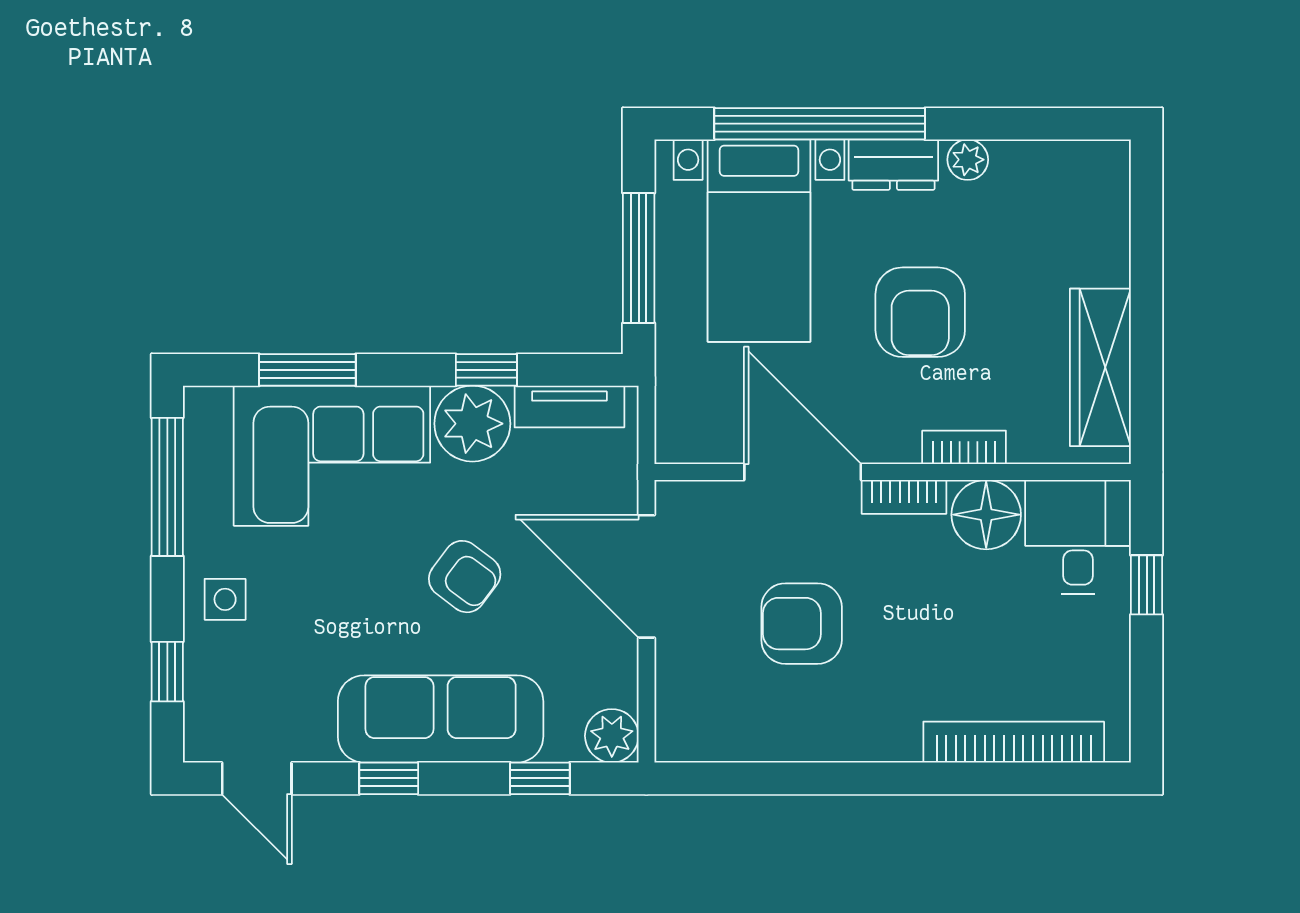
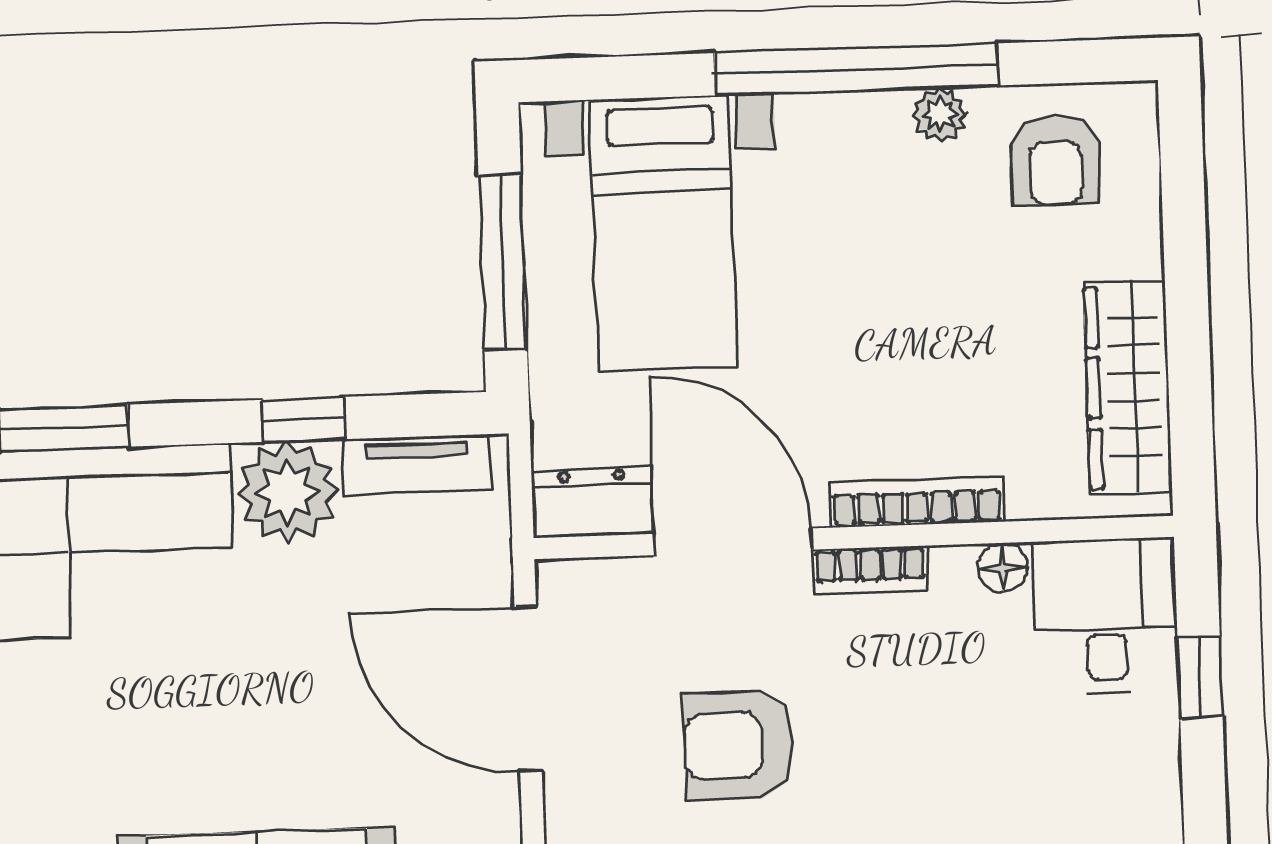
window: (820, 124) -> (856, 69), moved
dresser: (893, 165) -> (592, 502), moved, turned 180
armchair: (920, 312) -> (1055, 160), moved, width x0.72, depth x0.72
bookcase: (964, 447) -> (917, 502), width x1.56
floor lamp: (986, 515) -> (1003, 568), width x0.53, depth x0.53
armchair: (465, 577) -> (284, 698), removed

